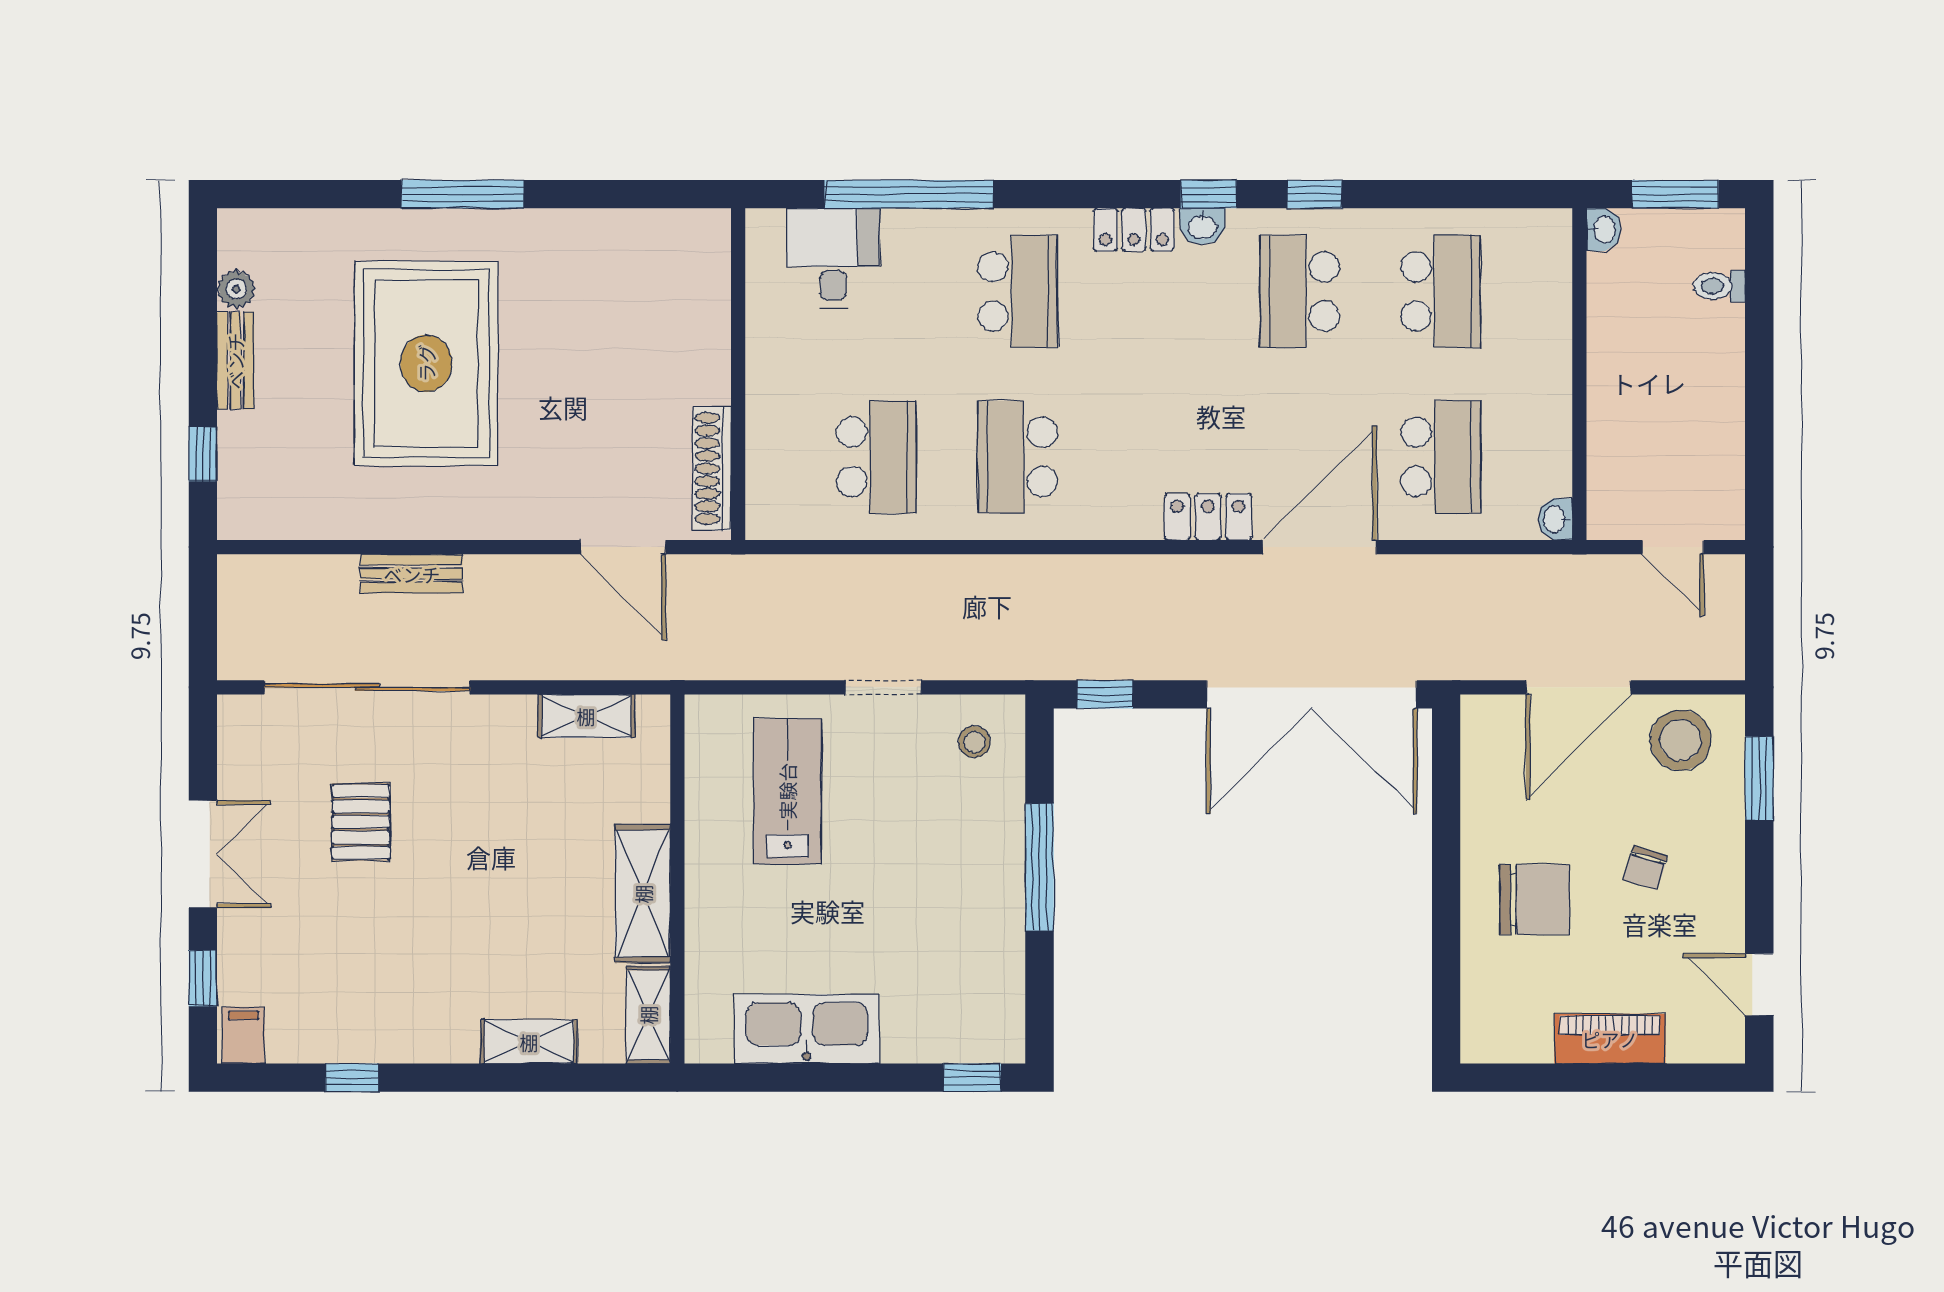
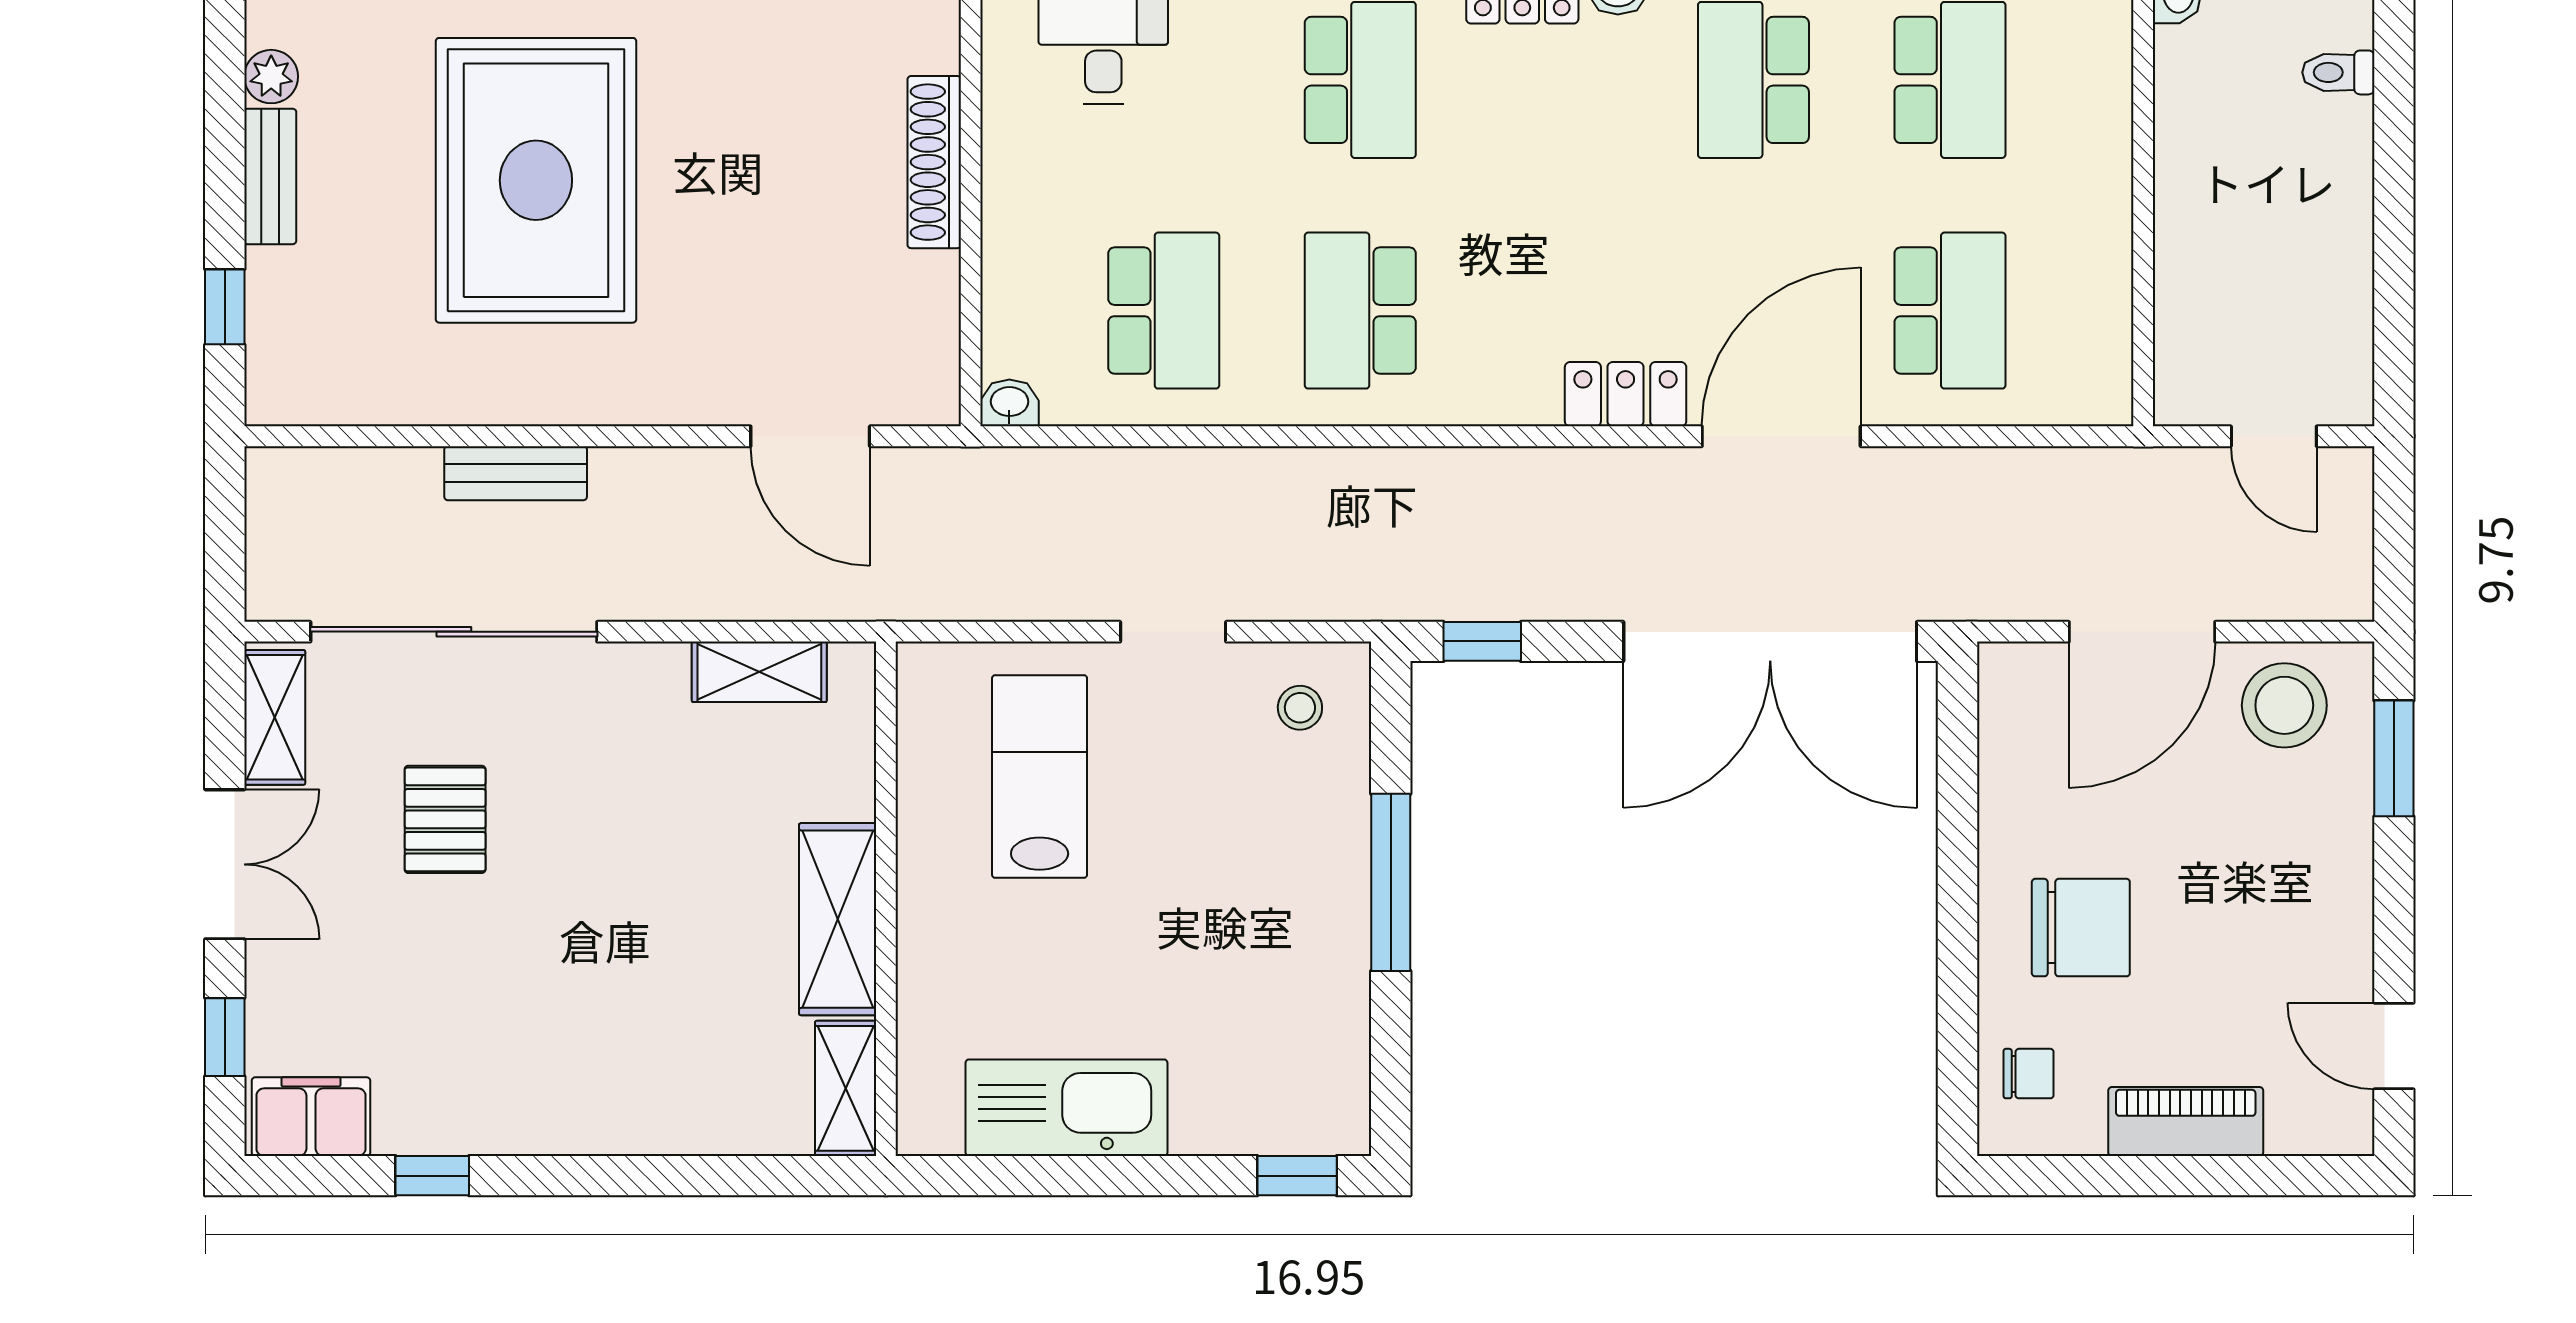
shoe rack: (712, 468) -> (934, 162), moved
washbasin: (1555, 519) -> (1009, 403), moved, turned 90
chair: (1645, 868) -> (2029, 1074), moved, turned -107
filing cabinet: (244, 1035) -> (311, 1117), width x2.00
shelving: (529, 1042) -> (275, 717), moved, turned 90

